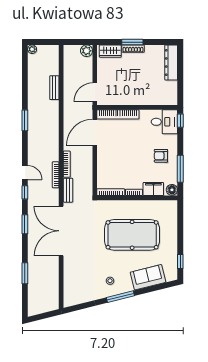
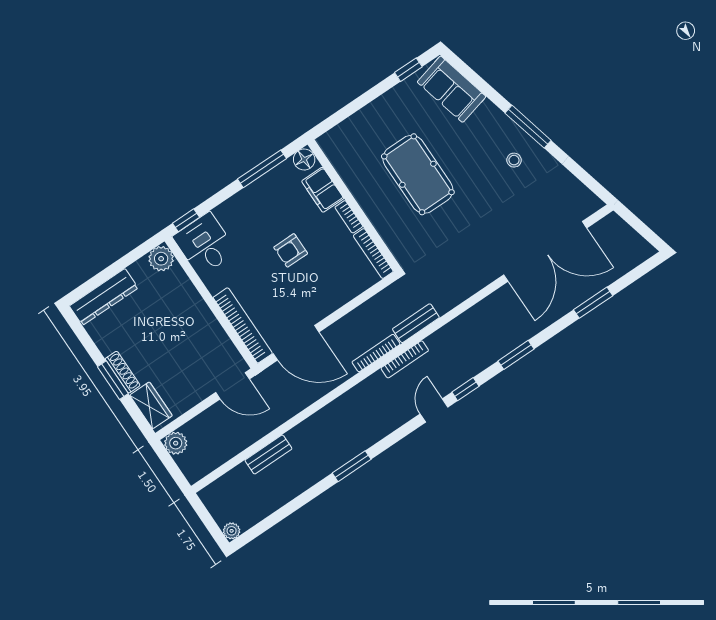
plant: (171, 99) -> (161, 259), added
armchair: (161, 156) -> (291, 250), moved, turned 90
double door: (61, 231) -> (545, 251), moved
pool table: (132, 235) -> (418, 174), width x0.73, depth x0.76
sofa: (148, 277) -> (452, 89), moved

